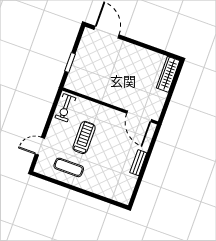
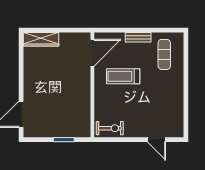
treadmill: (84, 138) -> (123, 76), moved
exercise mat: (69, 167) -> (164, 54), moved

